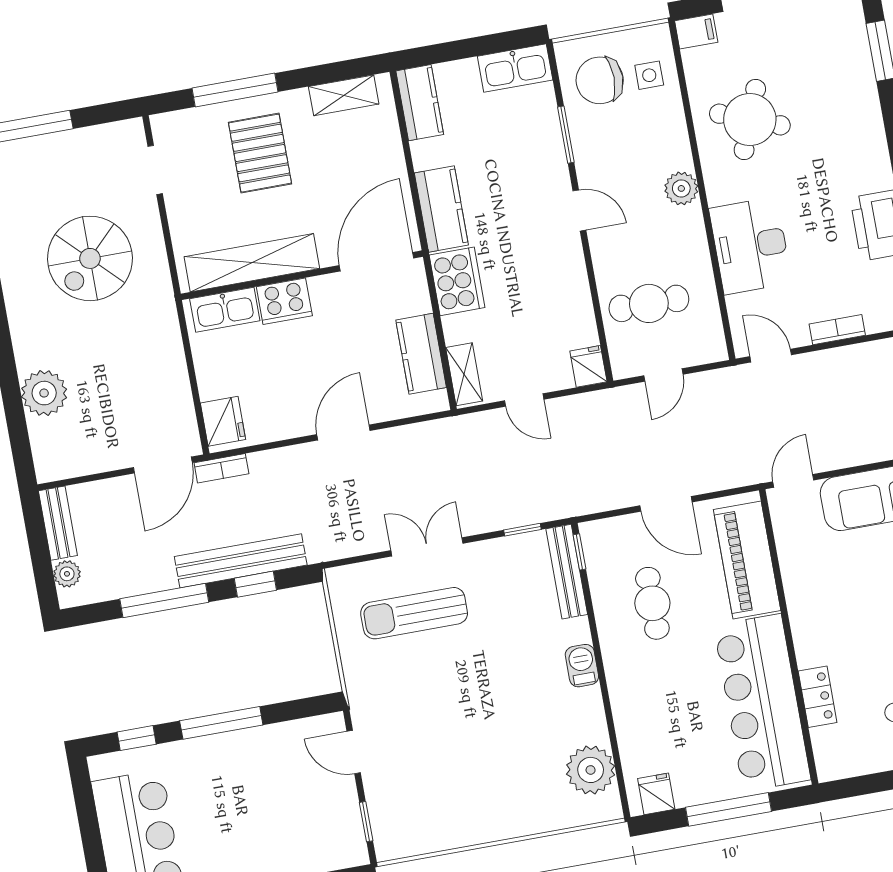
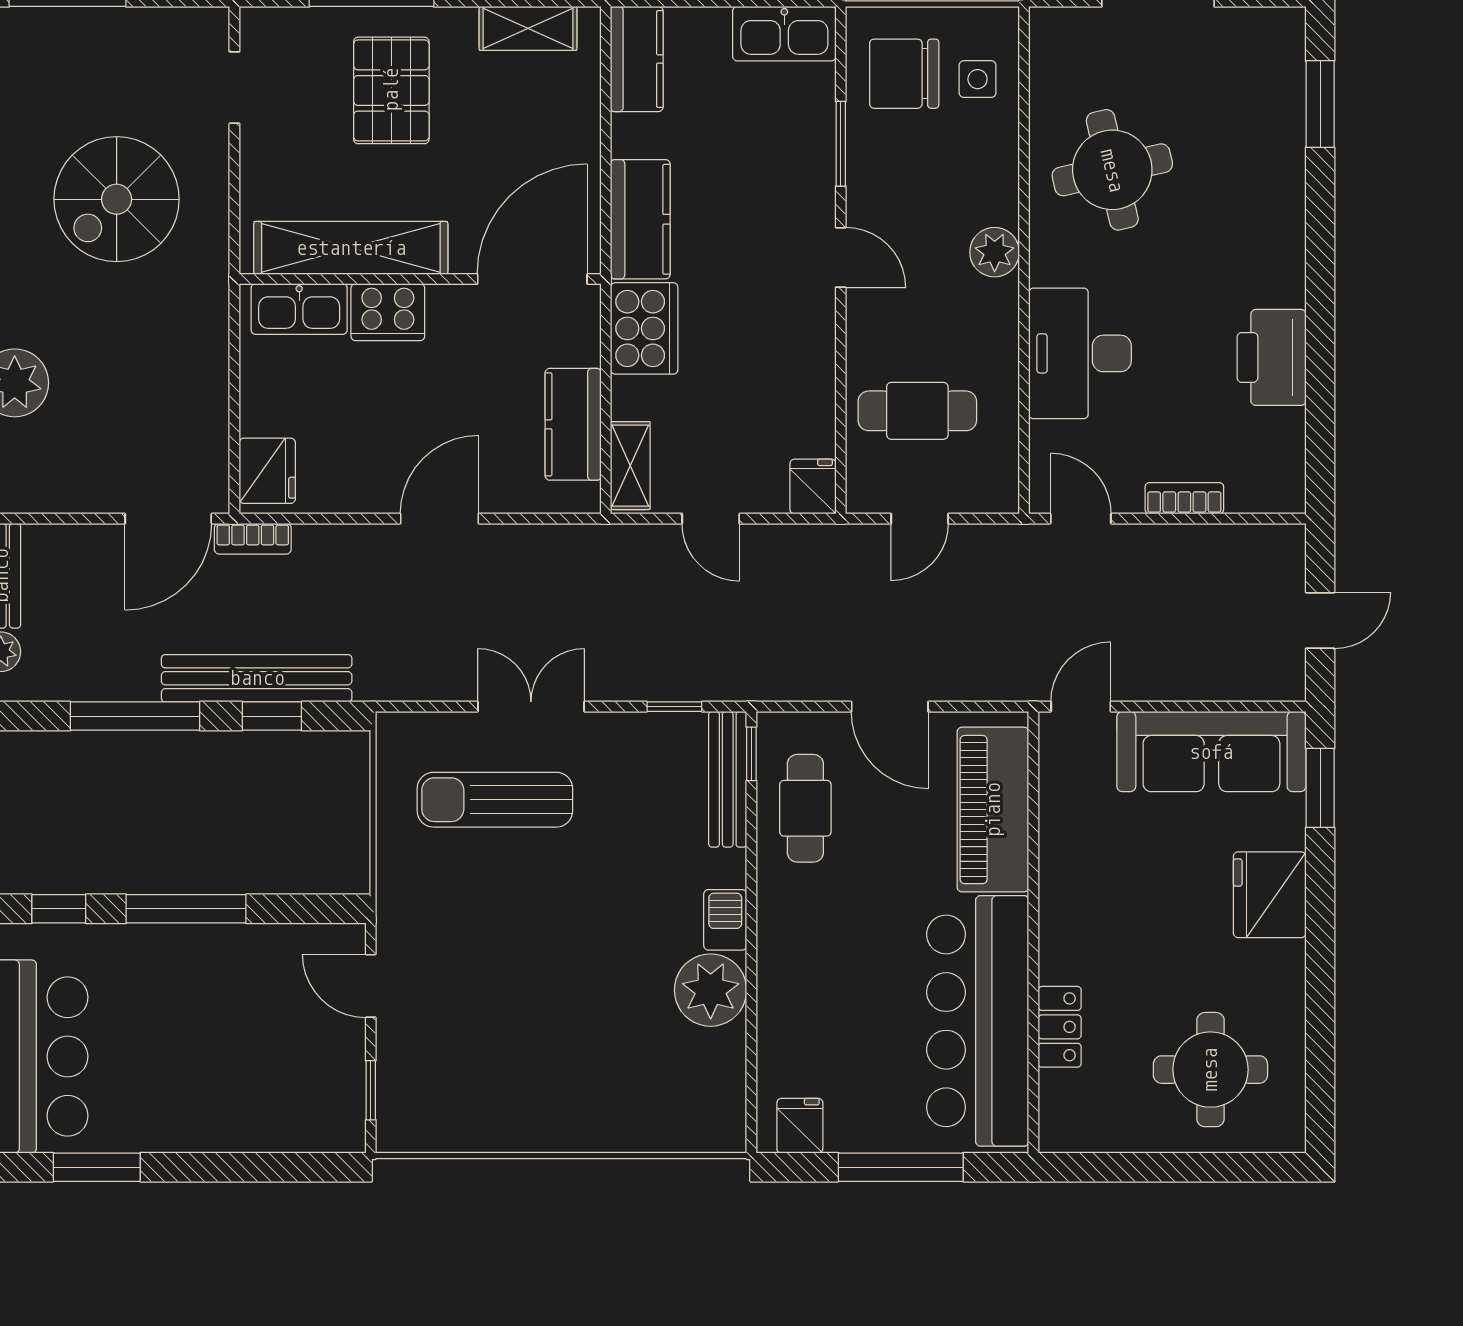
filing cabinet: (696, 31) -> (1057, 28), removed
round table: (750, 120) -> (1112, 170), turned -34
cafe table: (652, 603) -> (805, 808), moved
plant: (591, 770) -> (711, 990), moved

